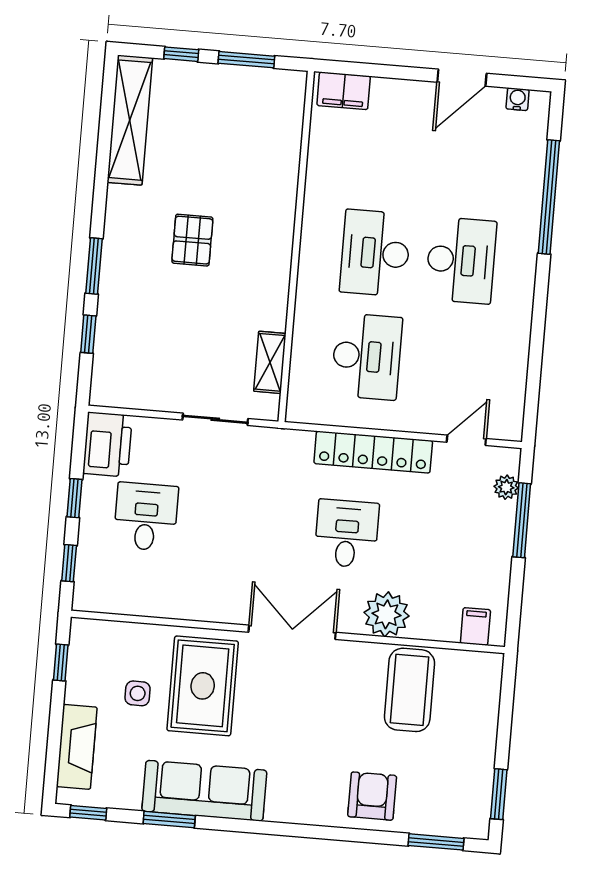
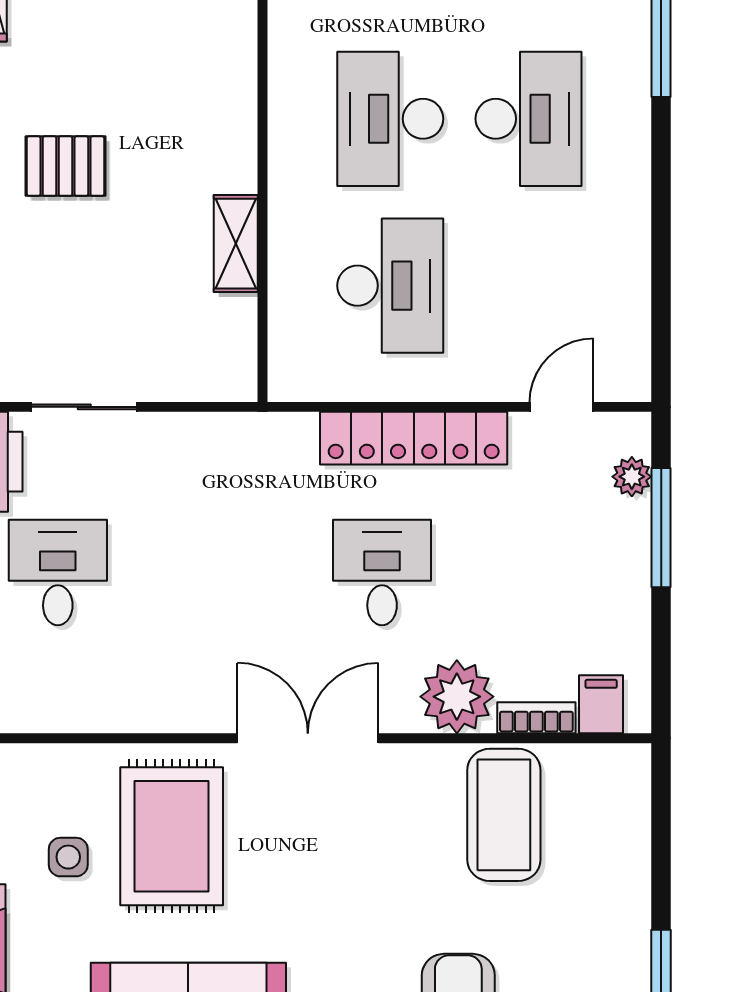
pallet: (192, 240) -> (65, 166), moved, turned 90
shelving: (270, 362) -> (236, 244), moved
sliding door: (215, 419) -> (84, 407), moved
bookcase: (435, 632) -> (536, 718), added

